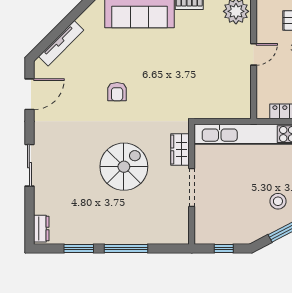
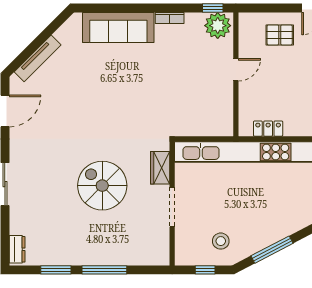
armchair: (117, 92) -> (95, 108), removed
spiral stairs: (124, 167) -> (102, 186), turned -90
stool: (278, 201) -> (221, 241), moved

